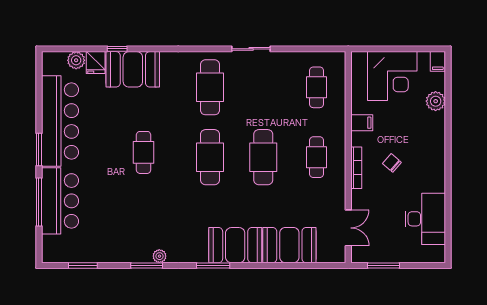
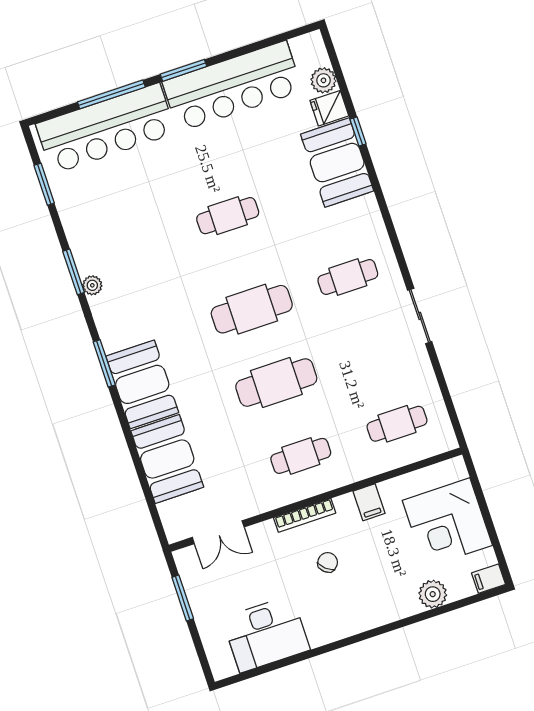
cafe table: (210, 87) -> (348, 277), width x0.73, depth x0.74
bar counter: (60, 201) -> (106, 128), width x1.36

